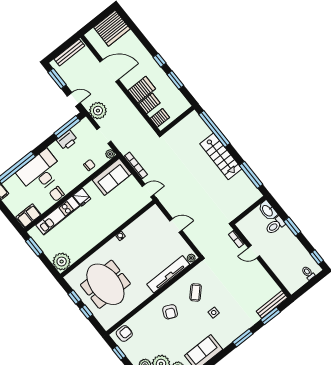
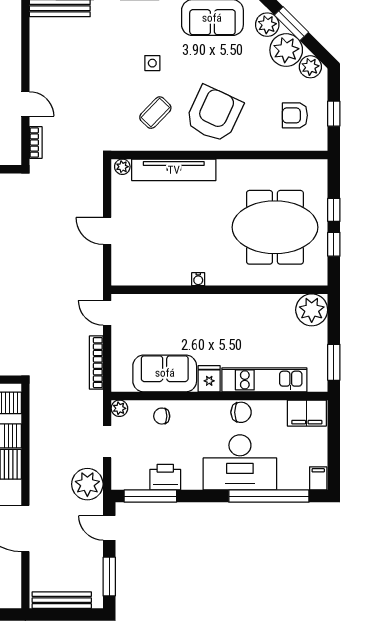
sofa: (112, 177) -> (165, 373), moved
meeting table: (105, 284) -> (275, 227), turned 90
armchair: (170, 312) -> (214, 114), width x1.88, depth x1.88
armchair: (124, 334) -> (295, 115), moved

